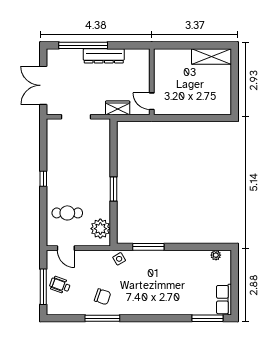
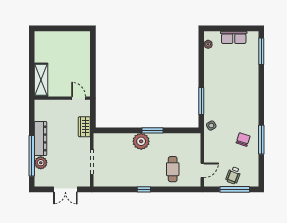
plant: (75, 56) -> (41, 163), added
shelving: (212, 56) -> (41, 80), moved
double door: (43, 85) -> (65, 189), width x0.73
door: (152, 101) -> (79, 98), swing flipped
plant: (100, 229) -> (141, 141), moved
row of seats: (224, 300) -> (234, 37), moved

